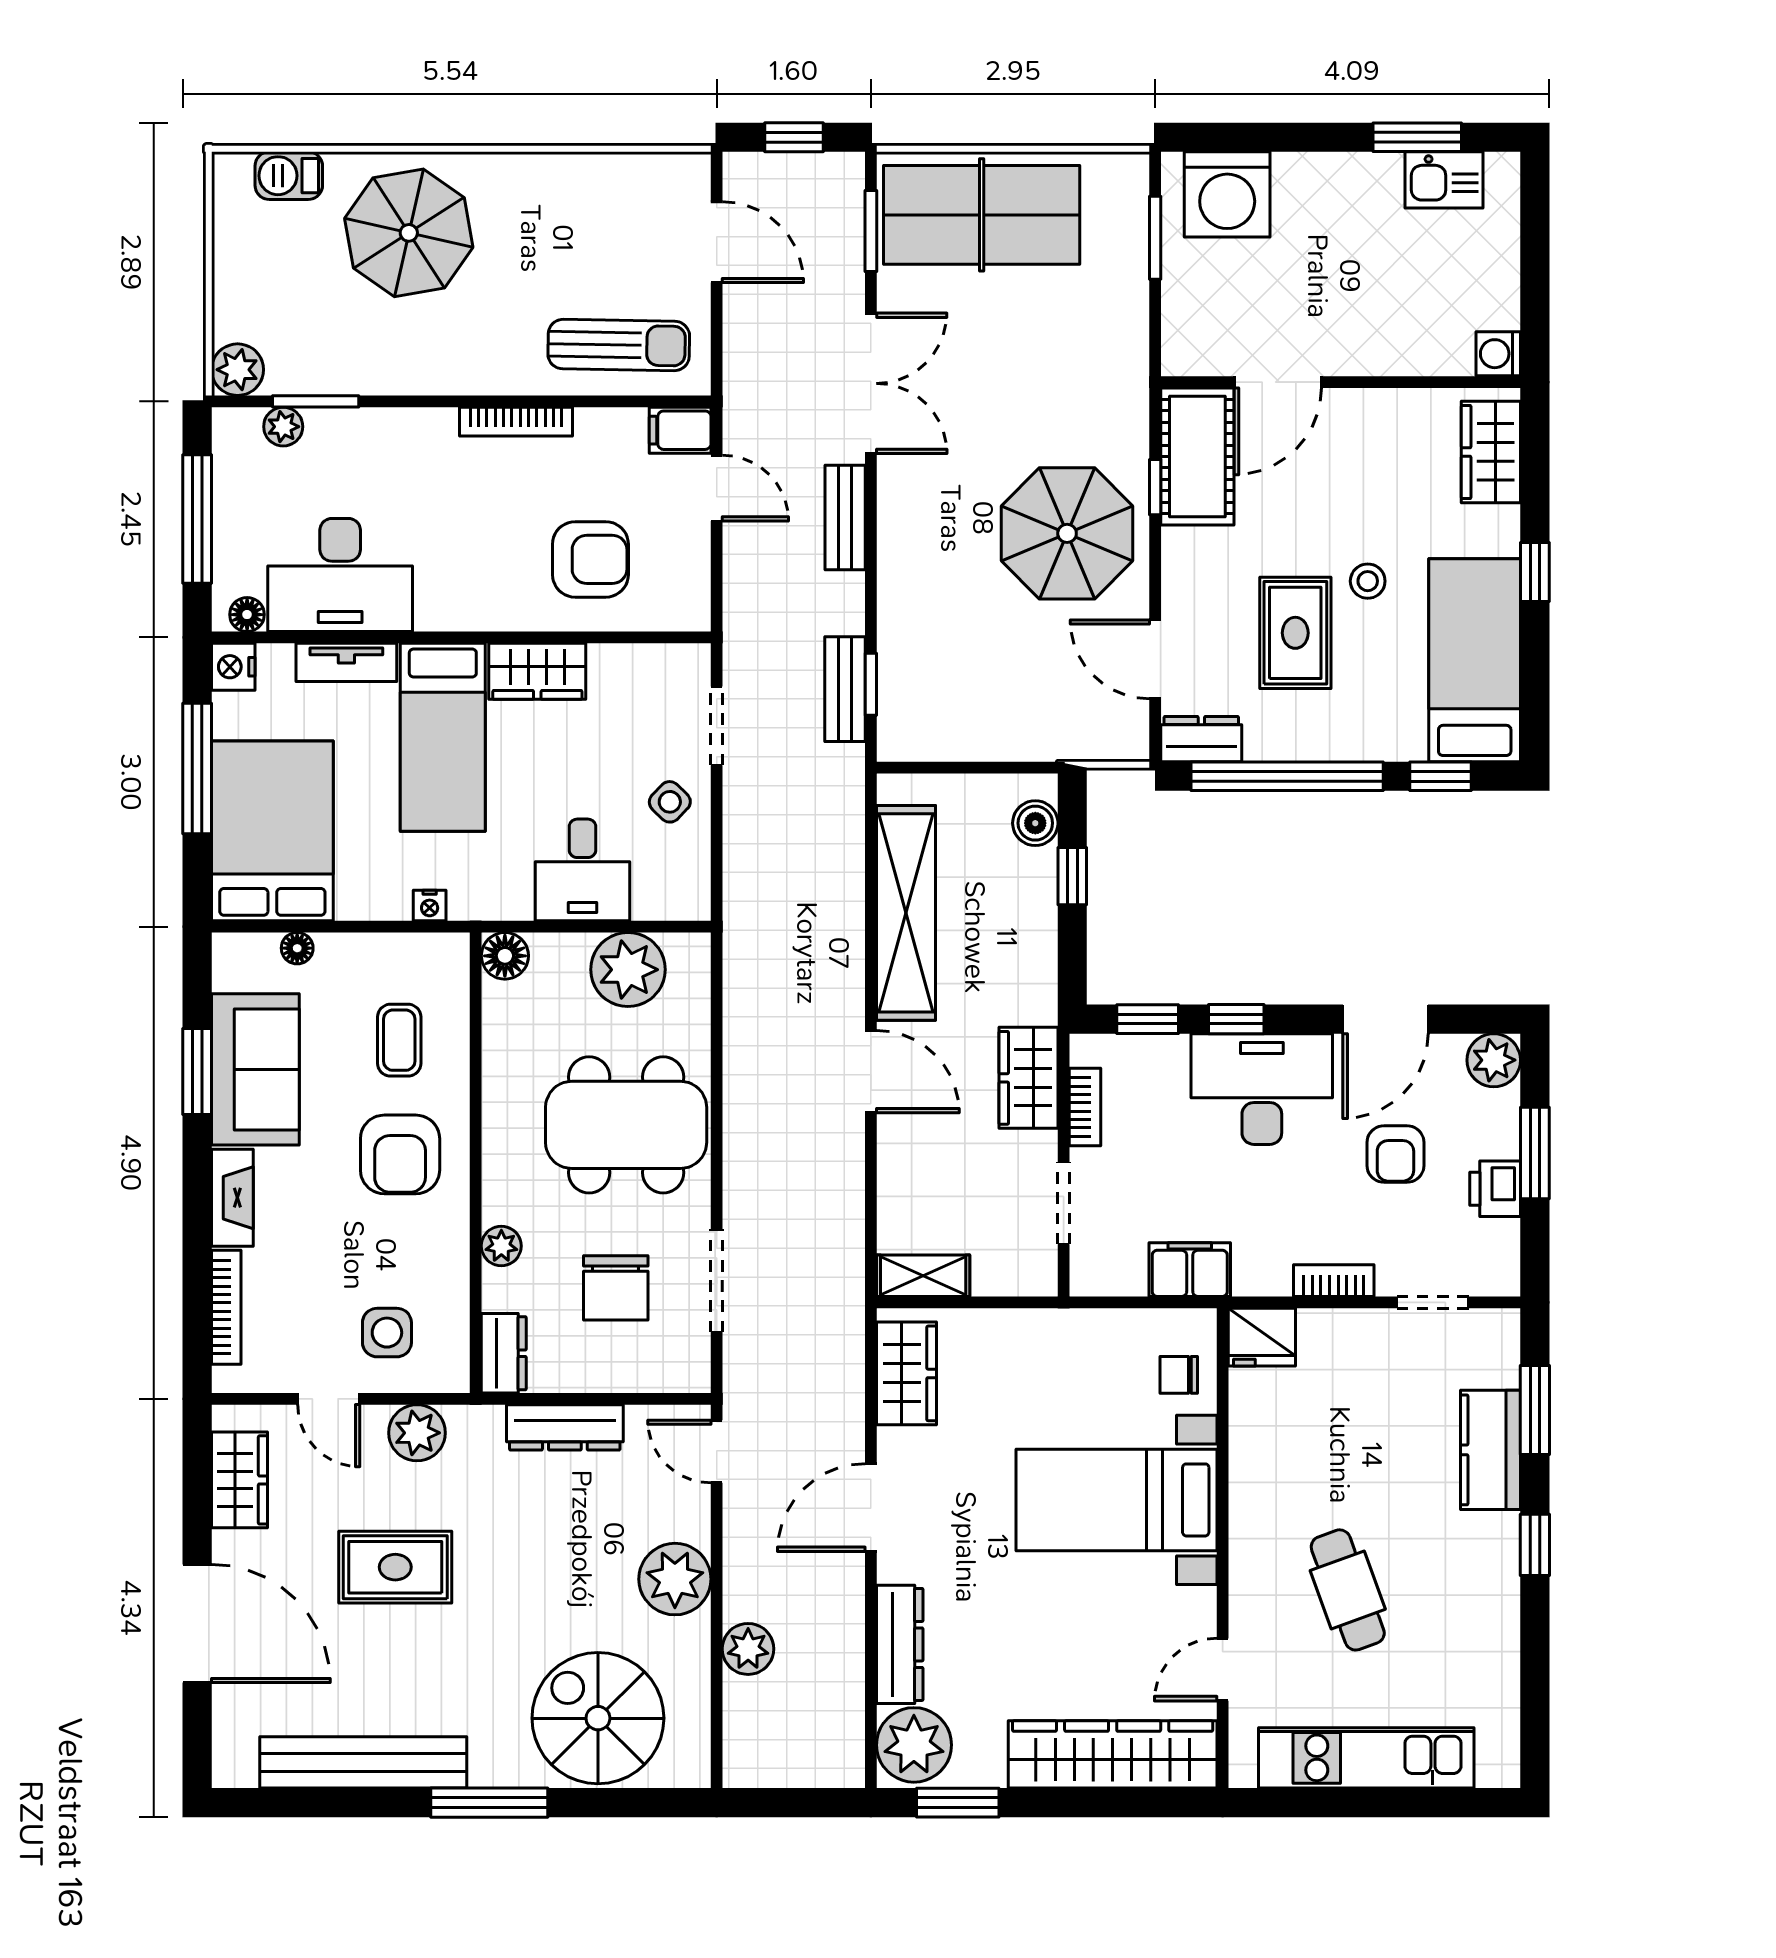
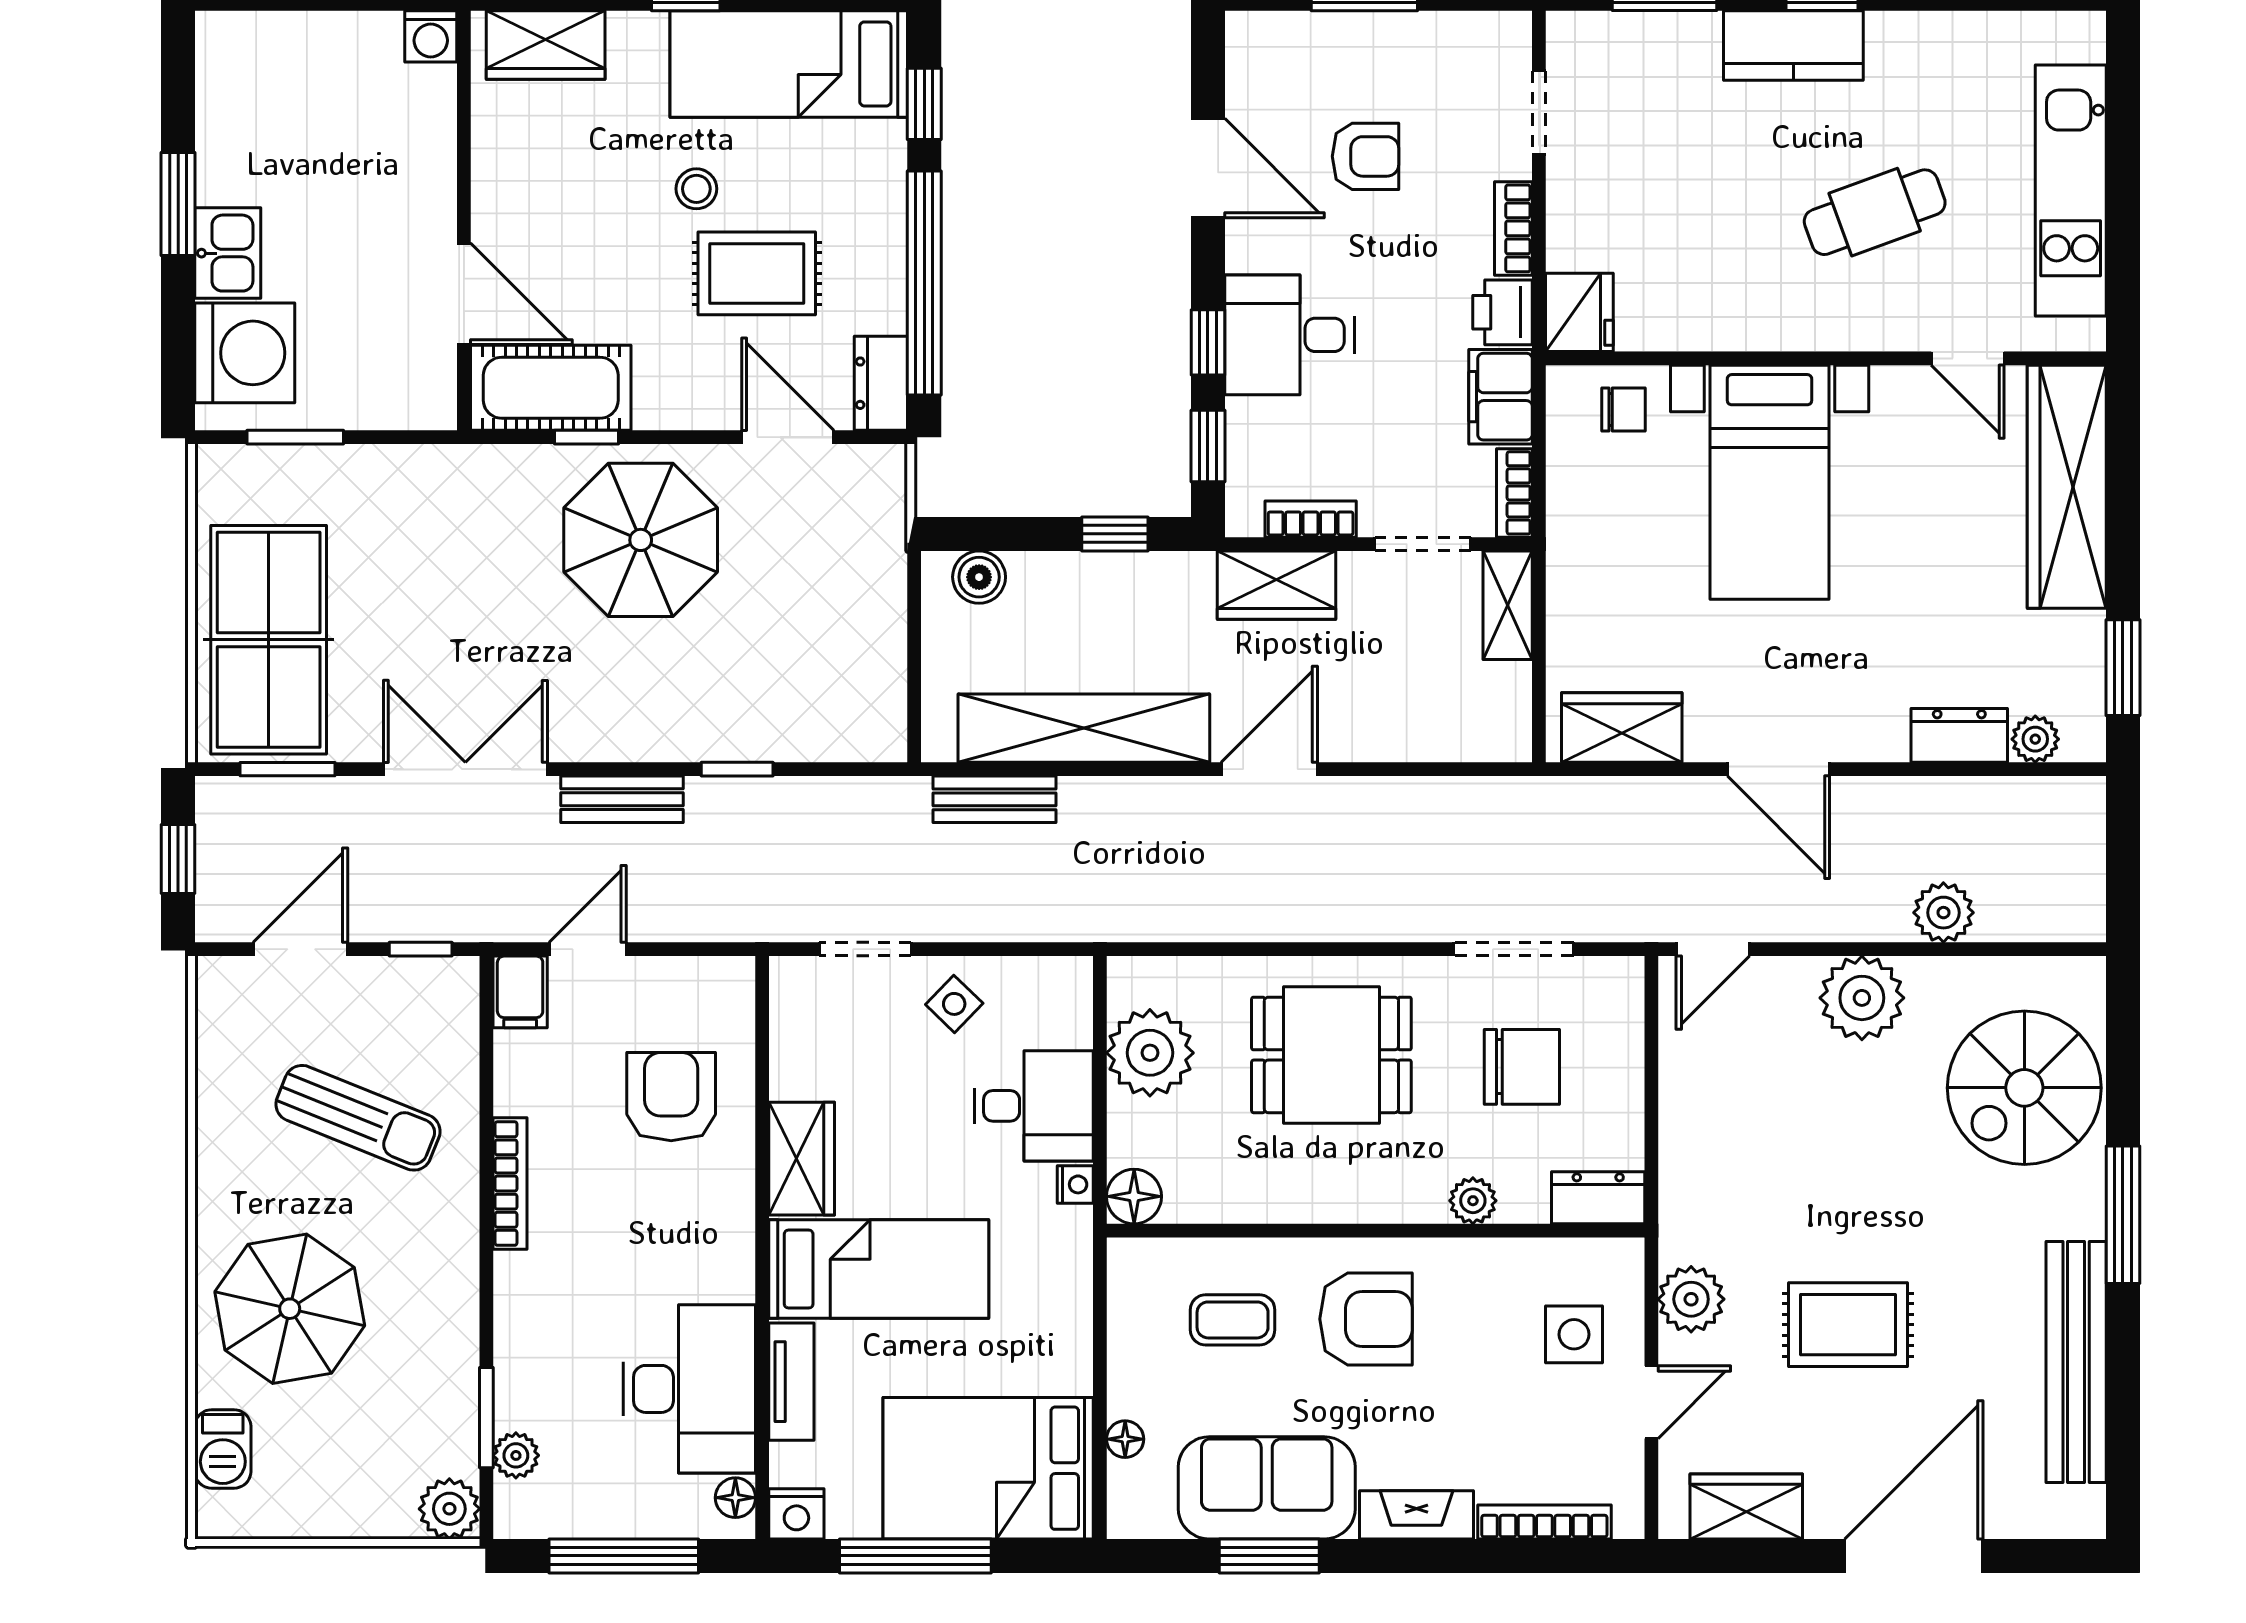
window: (1417, 137) -> (178, 204), moved
kitchen sink: (1444, 180) -> (228, 253), moved
sun lounger: (619, 345) -> (358, 1118), moved, turned 111
window: (717, 345) -> (421, 949), added
door: (1155, 659) -> (788, 437), swing flipped
window: (871, 684) -> (737, 769), moved
bench: (845, 689) -> (994, 799), moved
window: (1072, 876) -> (1115, 534), moved
nightstand: (430, 905) -> (1075, 1184), moved
plant: (1494, 1060) -> (1256, 42), removed
desk: (1262, 1089) -> (1290, 335), width x0.73
dining table: (626, 1125) -> (1331, 1055), width x0.73
printer: (1495, 1189) -> (1503, 312), moved, turned 90
shelving: (923, 1276) -> (1508, 605), moved
bookcase: (1107, 1281) -> (1514, 493), added
chair: (1179, 1375) -> (1624, 409), turned -90
dresser: (565, 1427) -> (1685, 1127), removed
kitchen counter: (1490, 1450) -> (1793, 45), moved
rug: (395, 1567) -> (1848, 1325), turned 90
dresser: (900, 1644) -> (1959, 735), width x0.70
plant: (914, 1745) -> (2035, 739), width x0.53, depth x0.53

